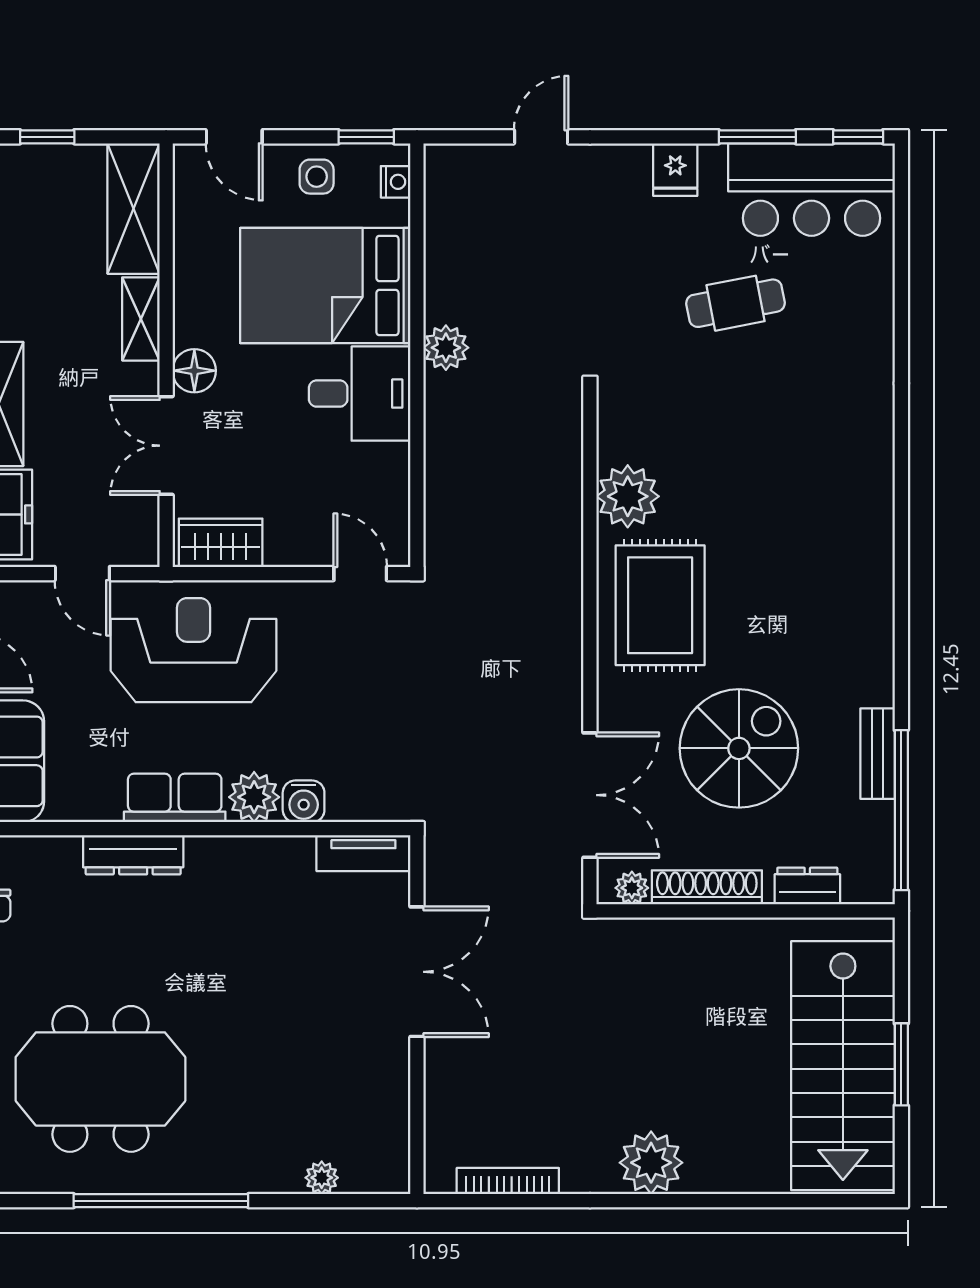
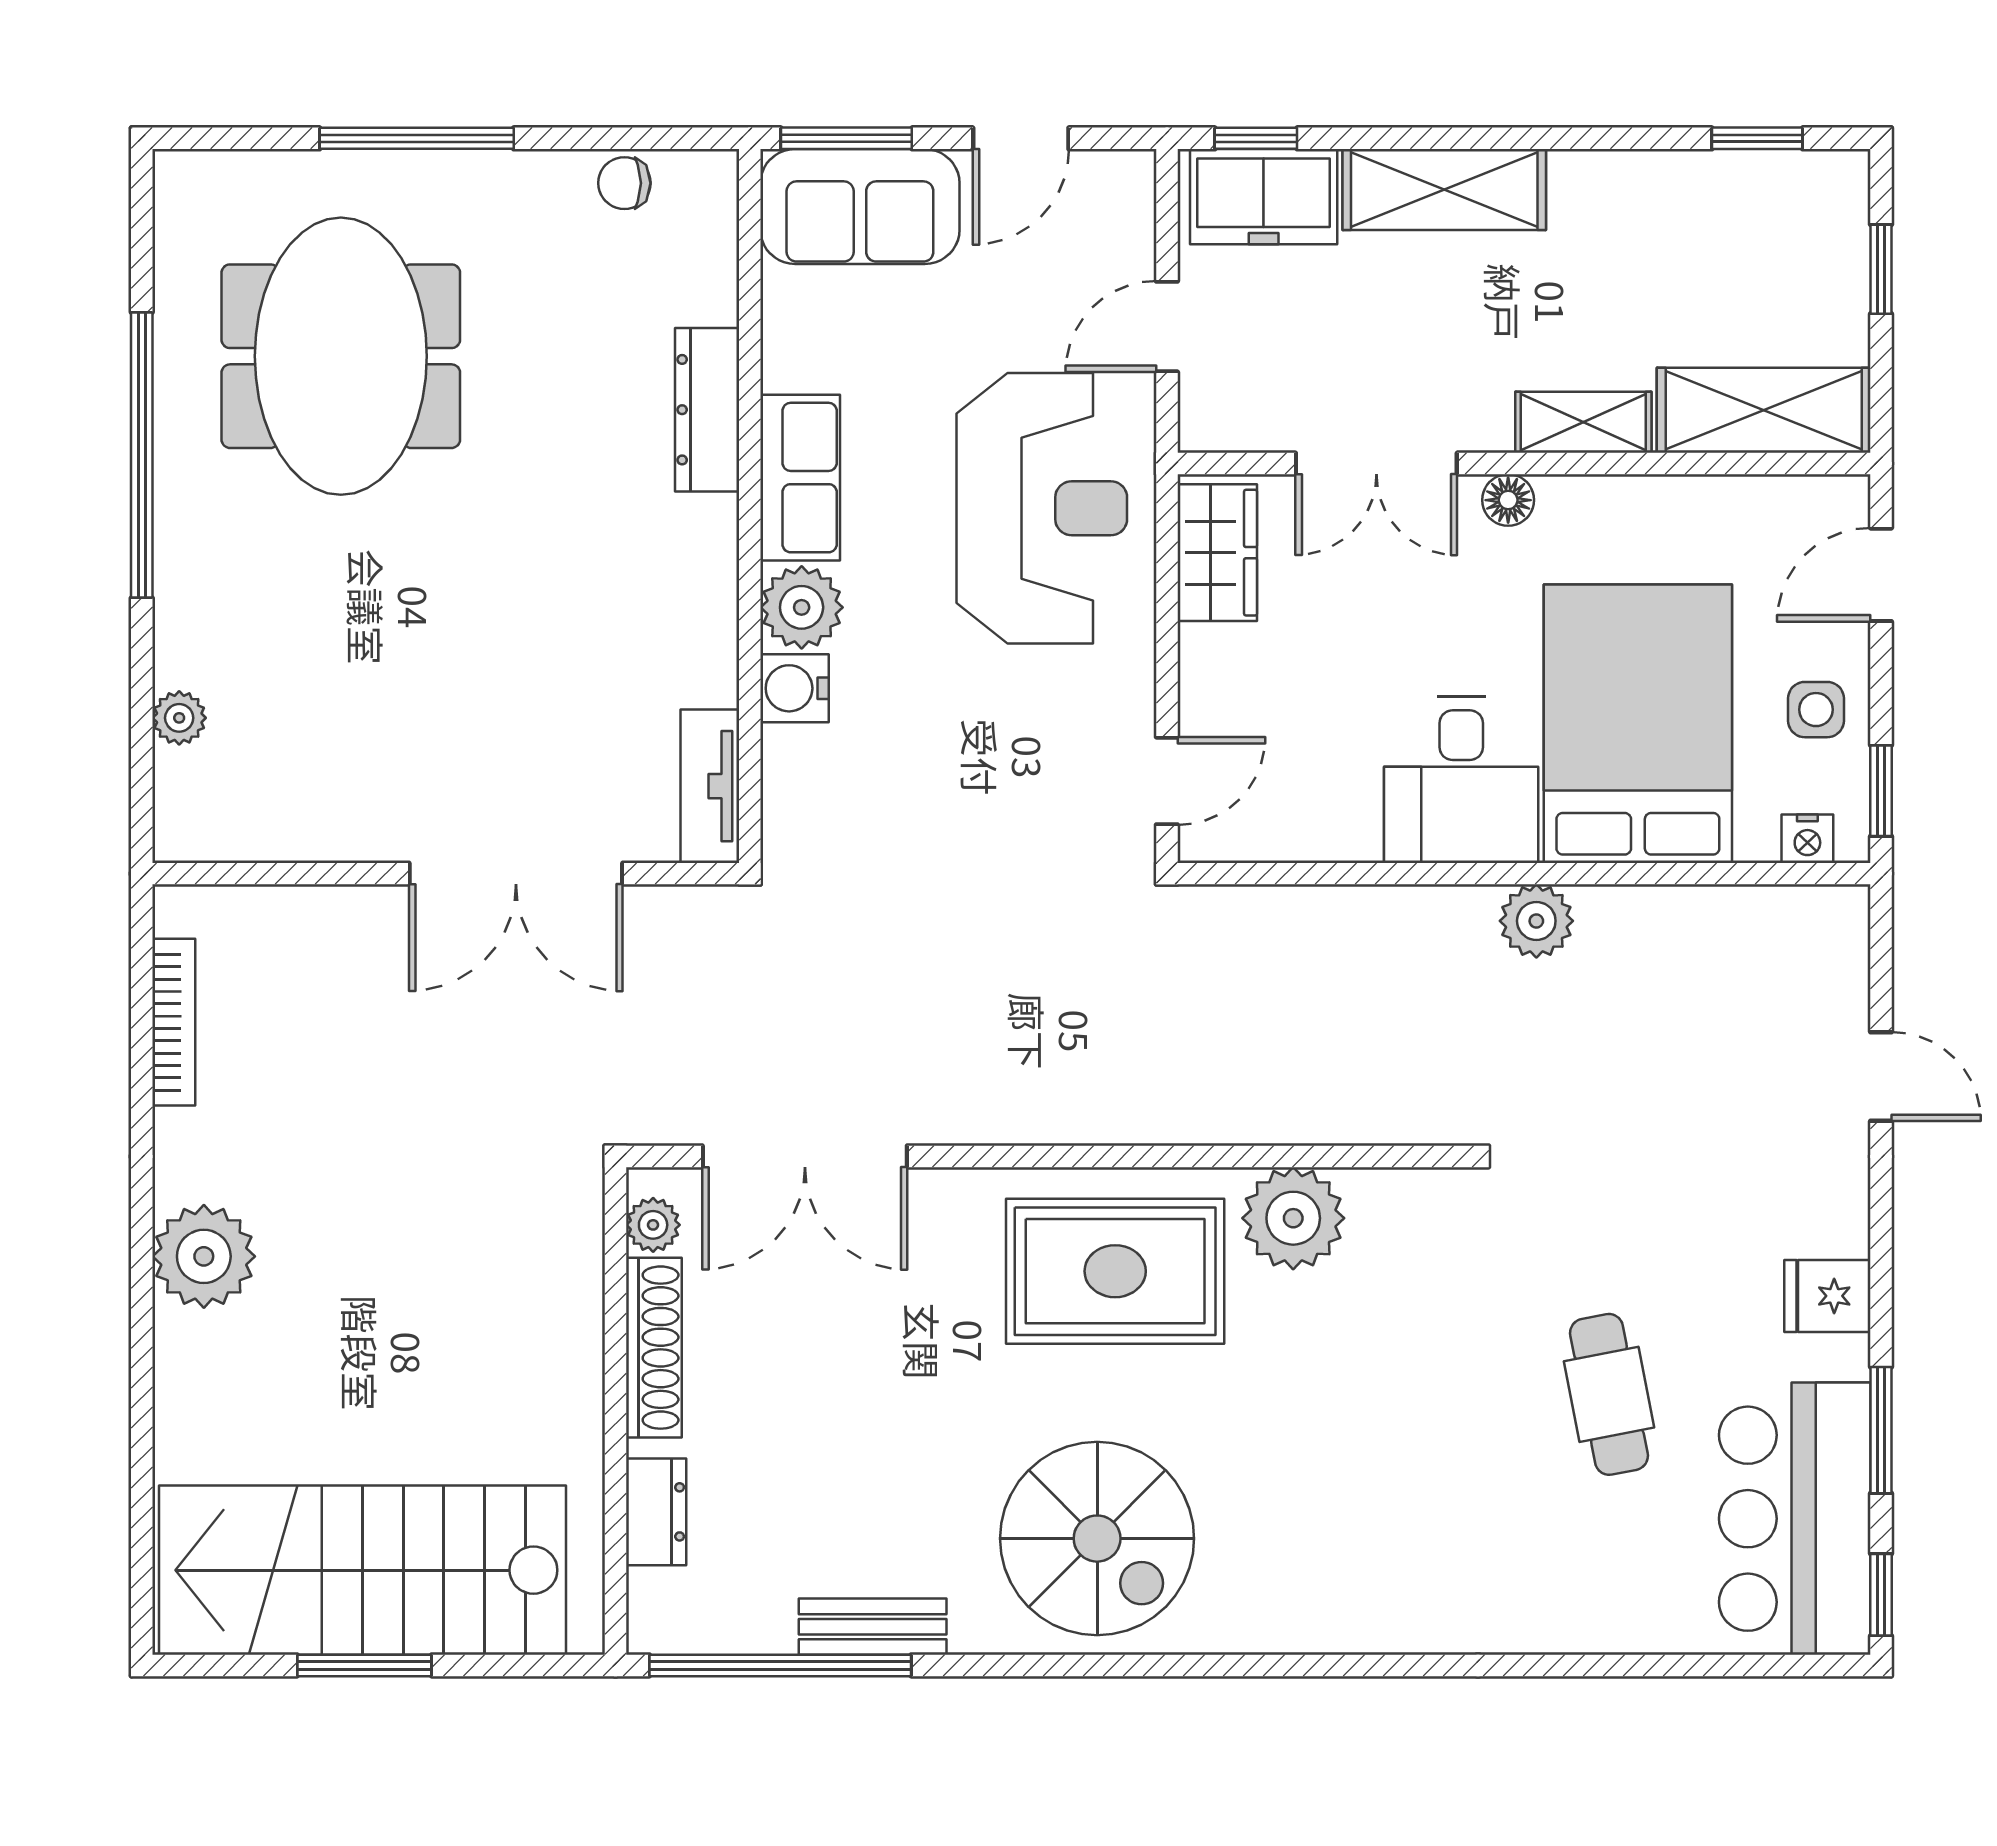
floor lamp: (194, 371) -> (1508, 500), width x0.73, depth x0.73
double door: (166, 446) -> (1376, 464), swing flipped
spiral stairs: (739, 748) -> (1097, 1539), moved

